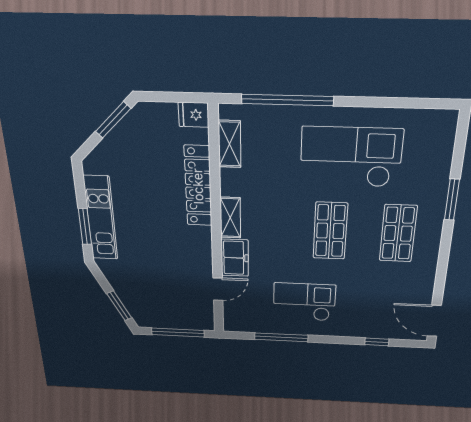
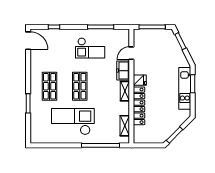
fridge: (194, 115) -> (140, 80), moved
checkout: (351, 157) -> (73, 121), turned 180

